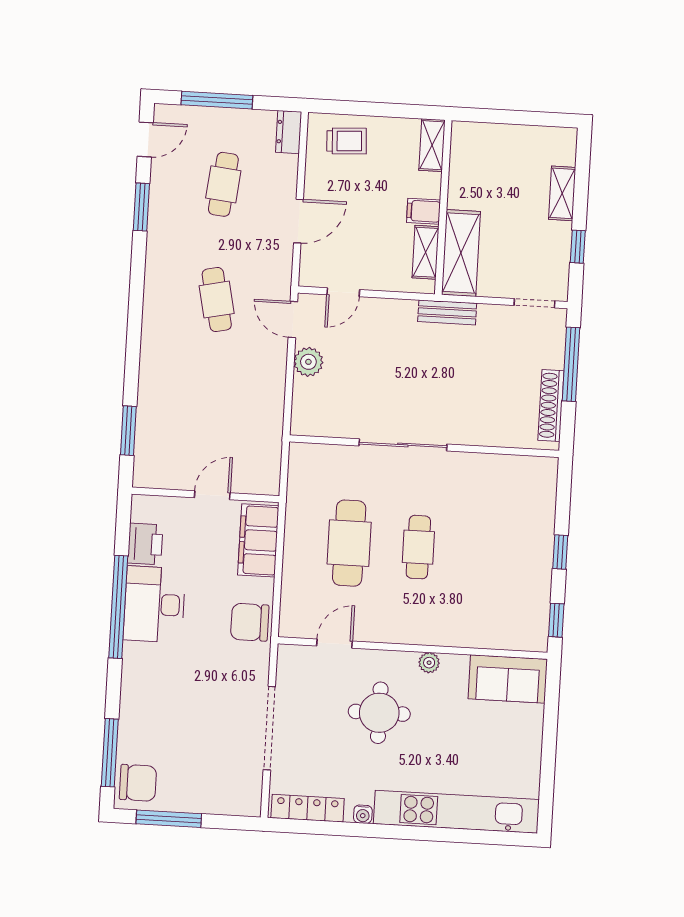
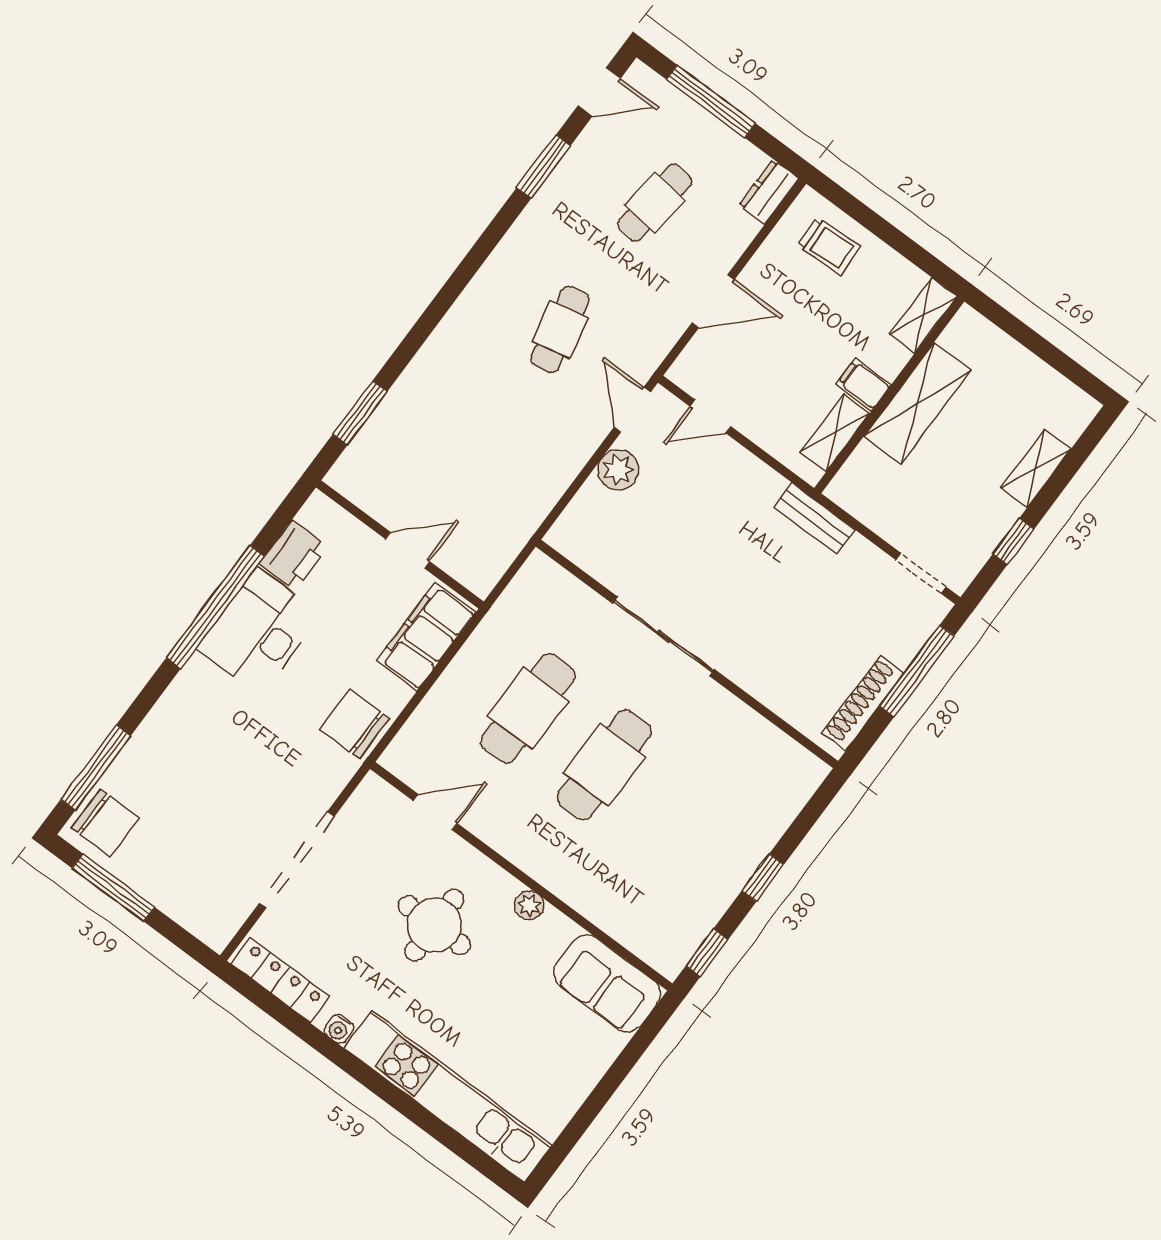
shelving: (461, 253) -> (918, 403), moved
cafe table: (418, 547) -> (604, 765), width x1.37, depth x1.35

